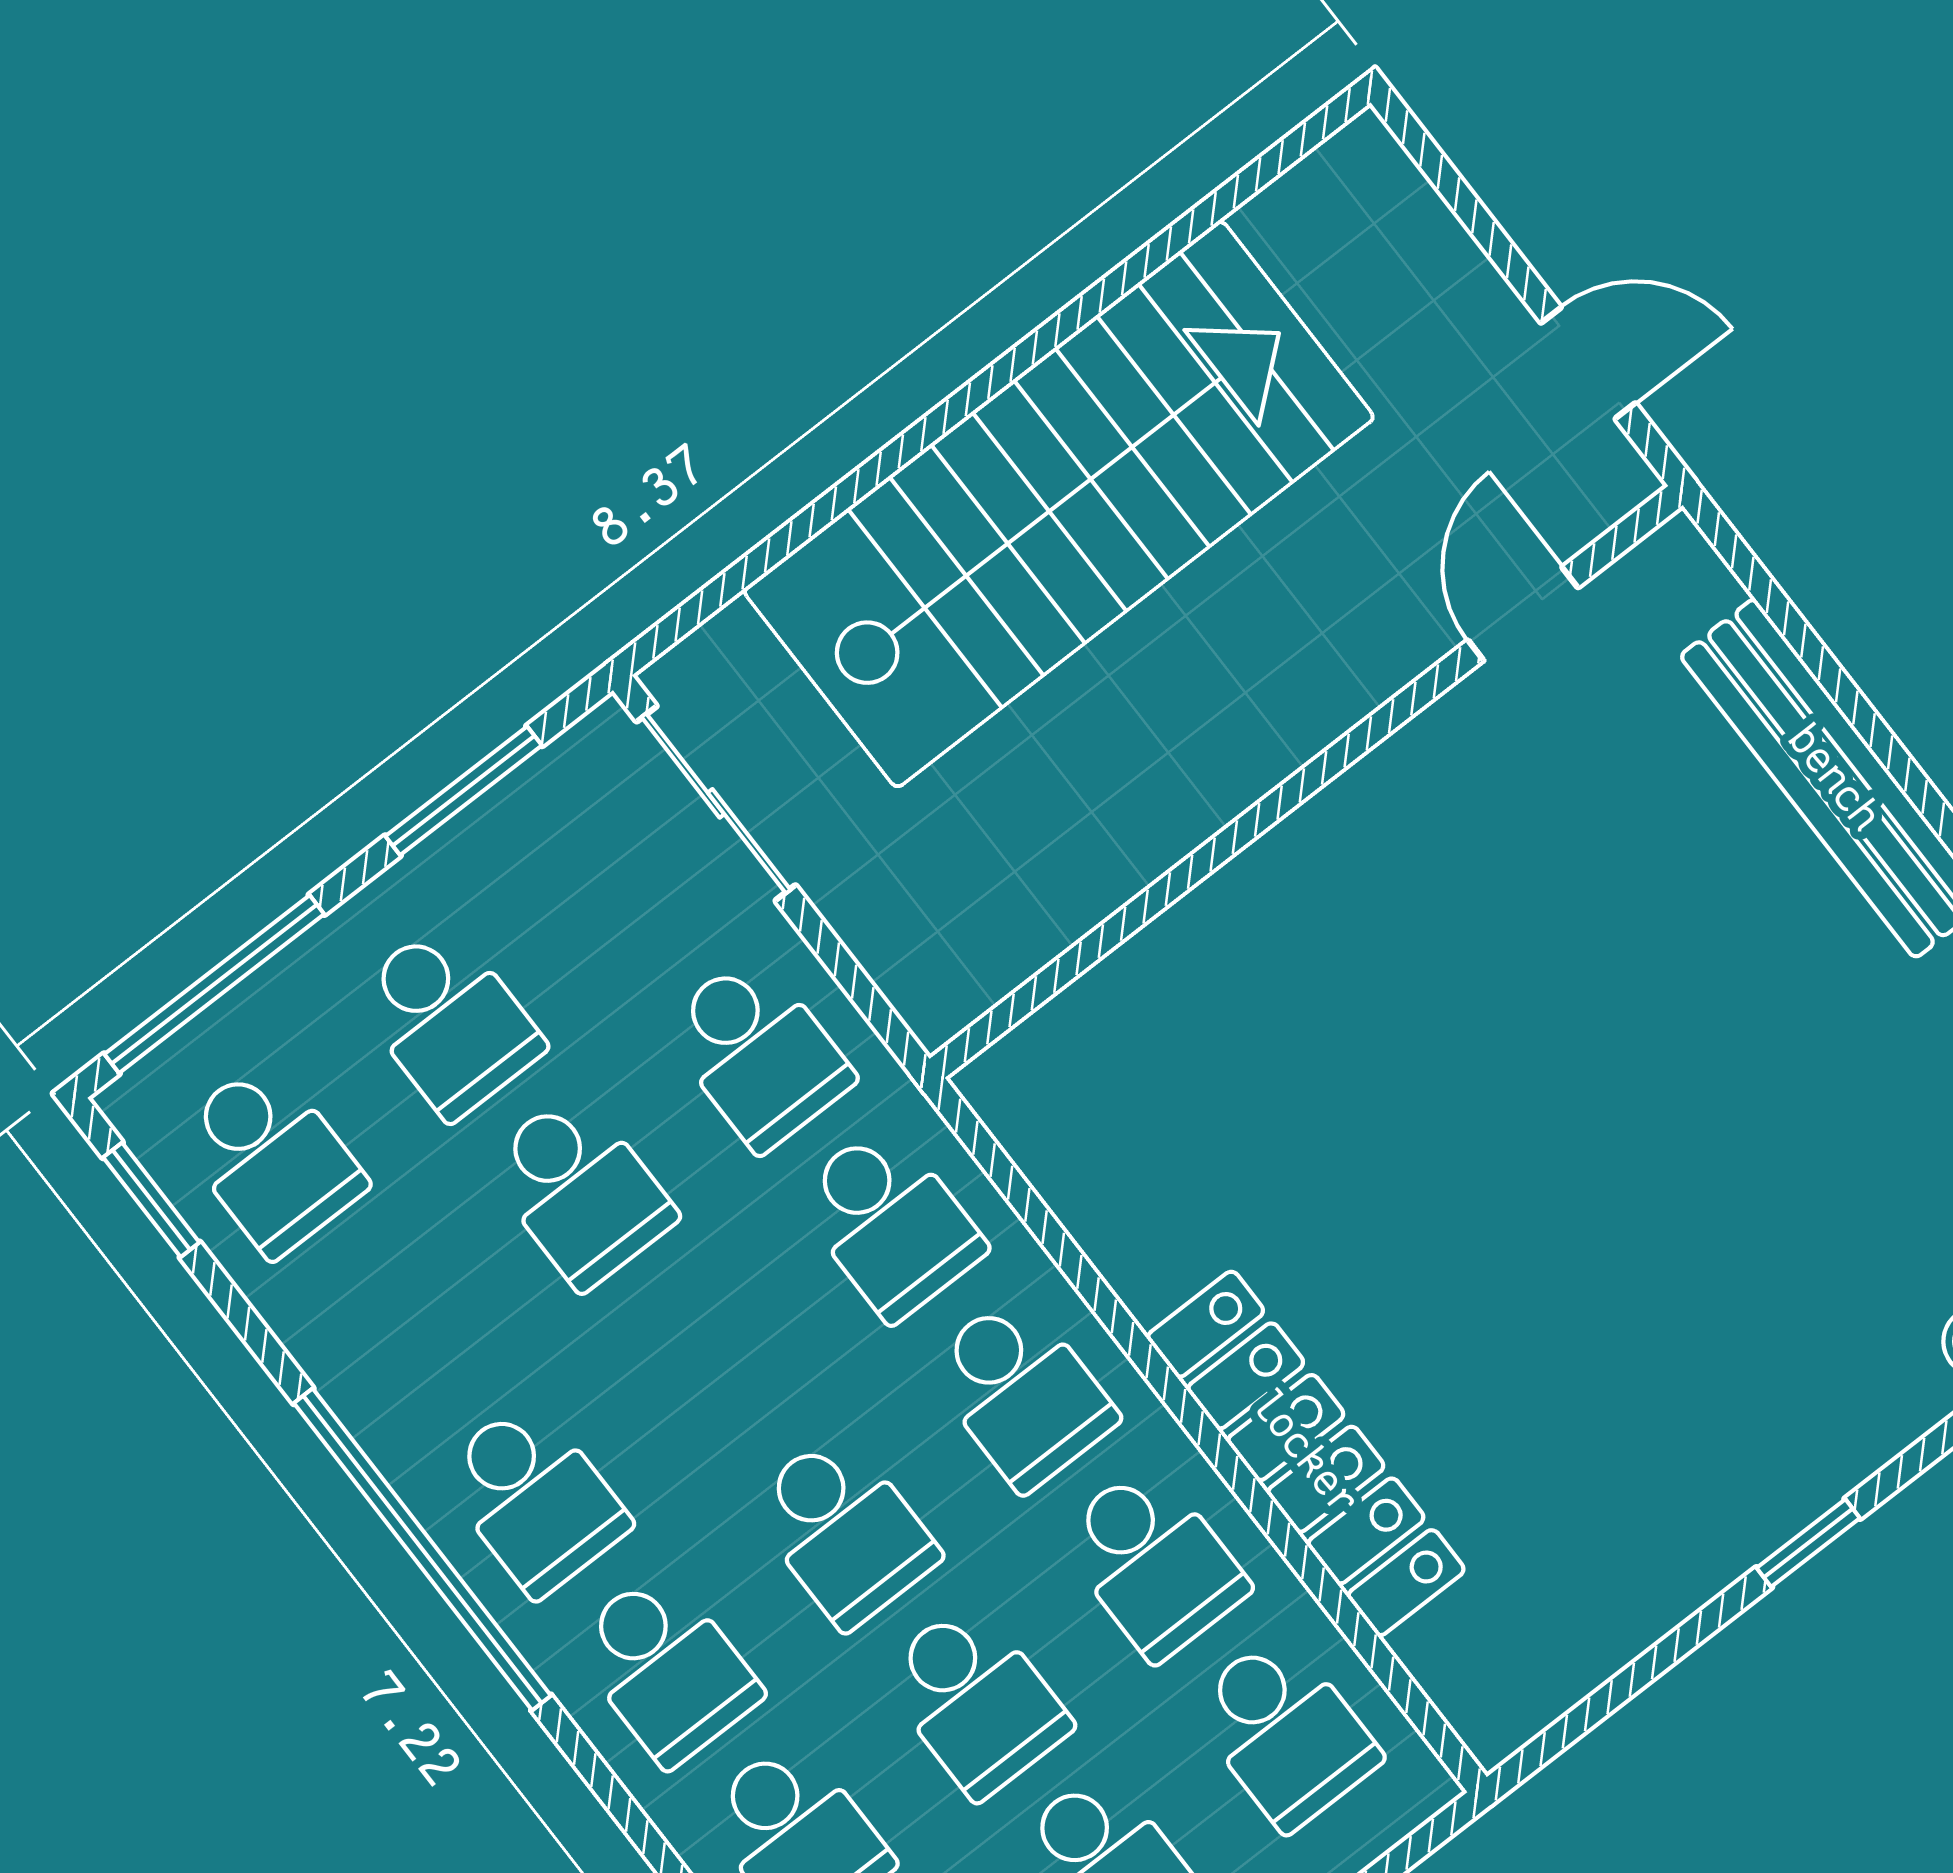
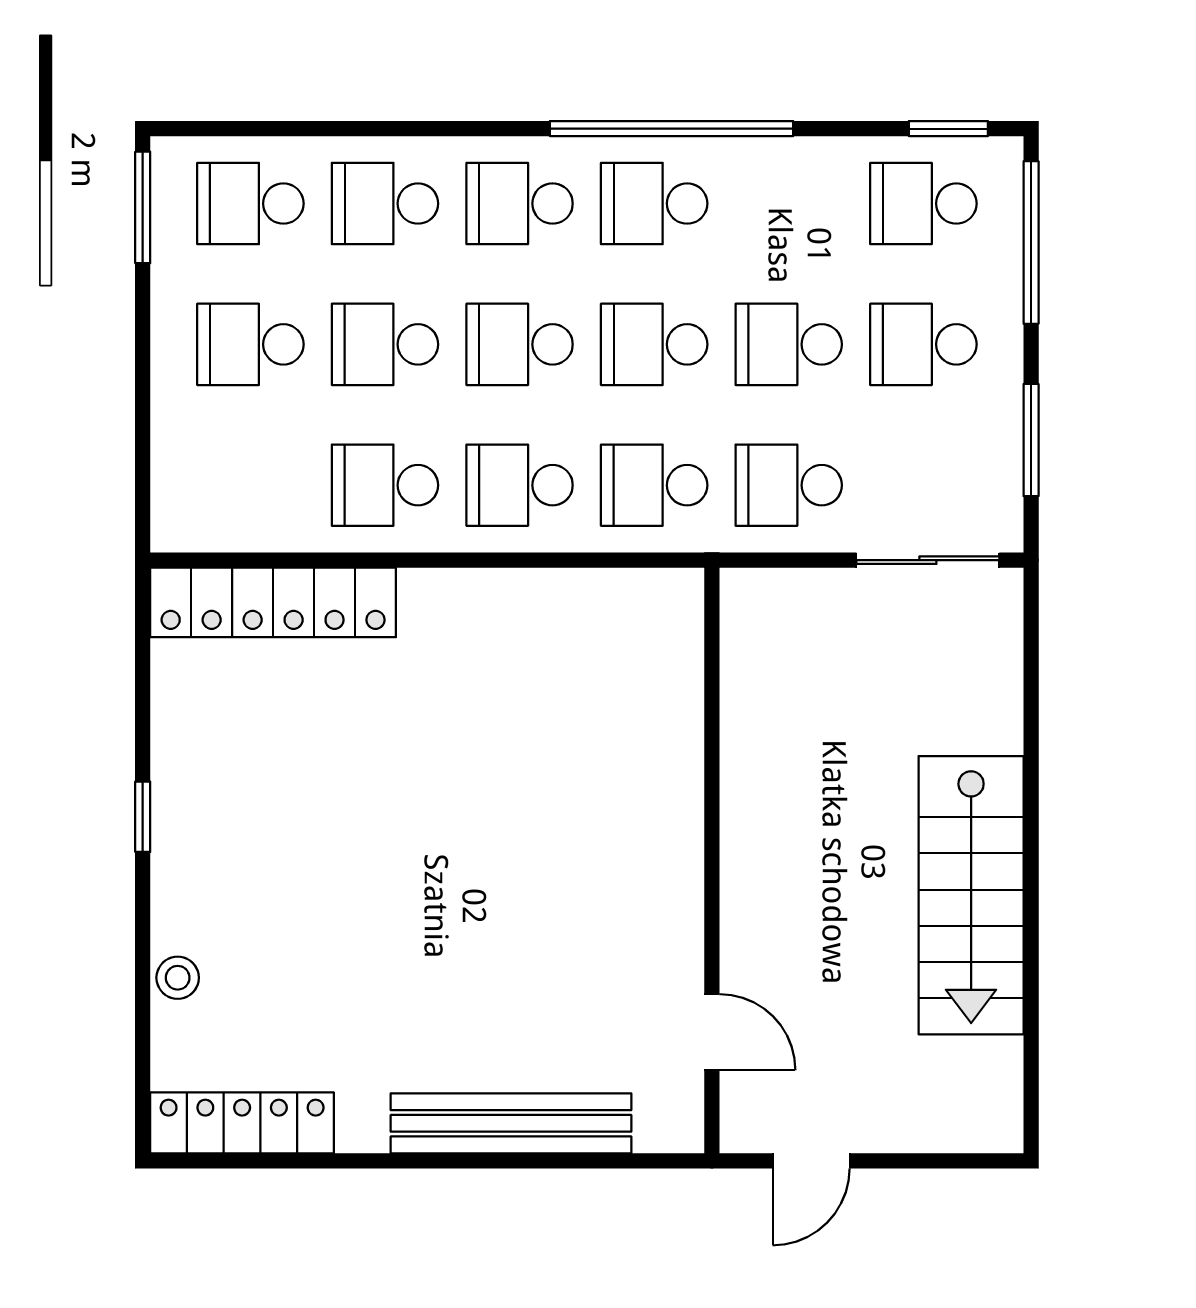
stairs: (1059, 504) -> (971, 895), width x0.73, depth x0.66
locker: (1306, 1453) -> (273, 602), moved
school desk: (1285, 1732) -> (654, 344), moved

